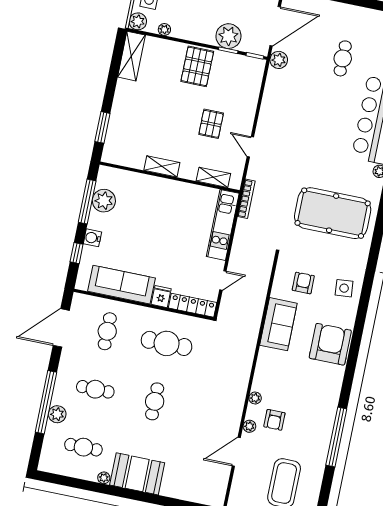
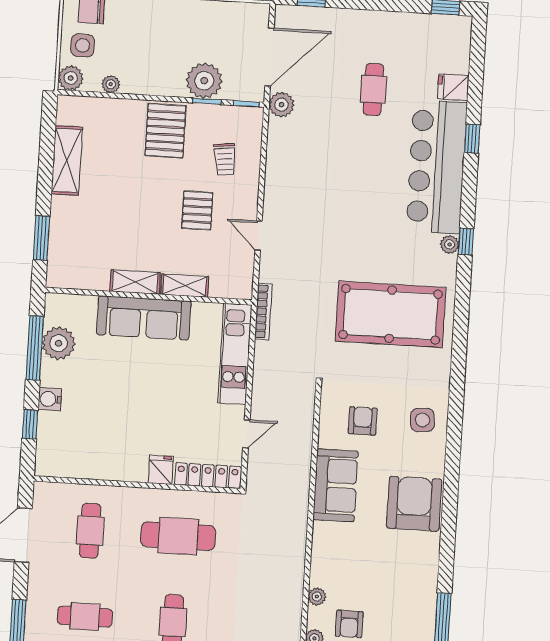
shelving: (131, 56) -> (67, 160), moved
trolley: (235, 92) -> (225, 159), added
shelving: (213, 177) -> (185, 286), moved
sofa: (122, 285) -> (144, 318), moved, turned 180

